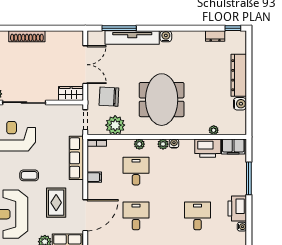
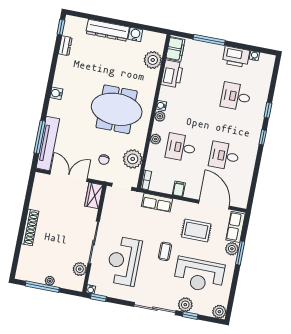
tv unit: (132, 38) -> (48, 143), moved
chair: (109, 97) -> (104, 160), width x0.54, depth x0.54
plant: (214, 130) -> (153, 60), width x1.88, depth x1.88
row of seats: (76, 158) -> (157, 203), width x0.68

